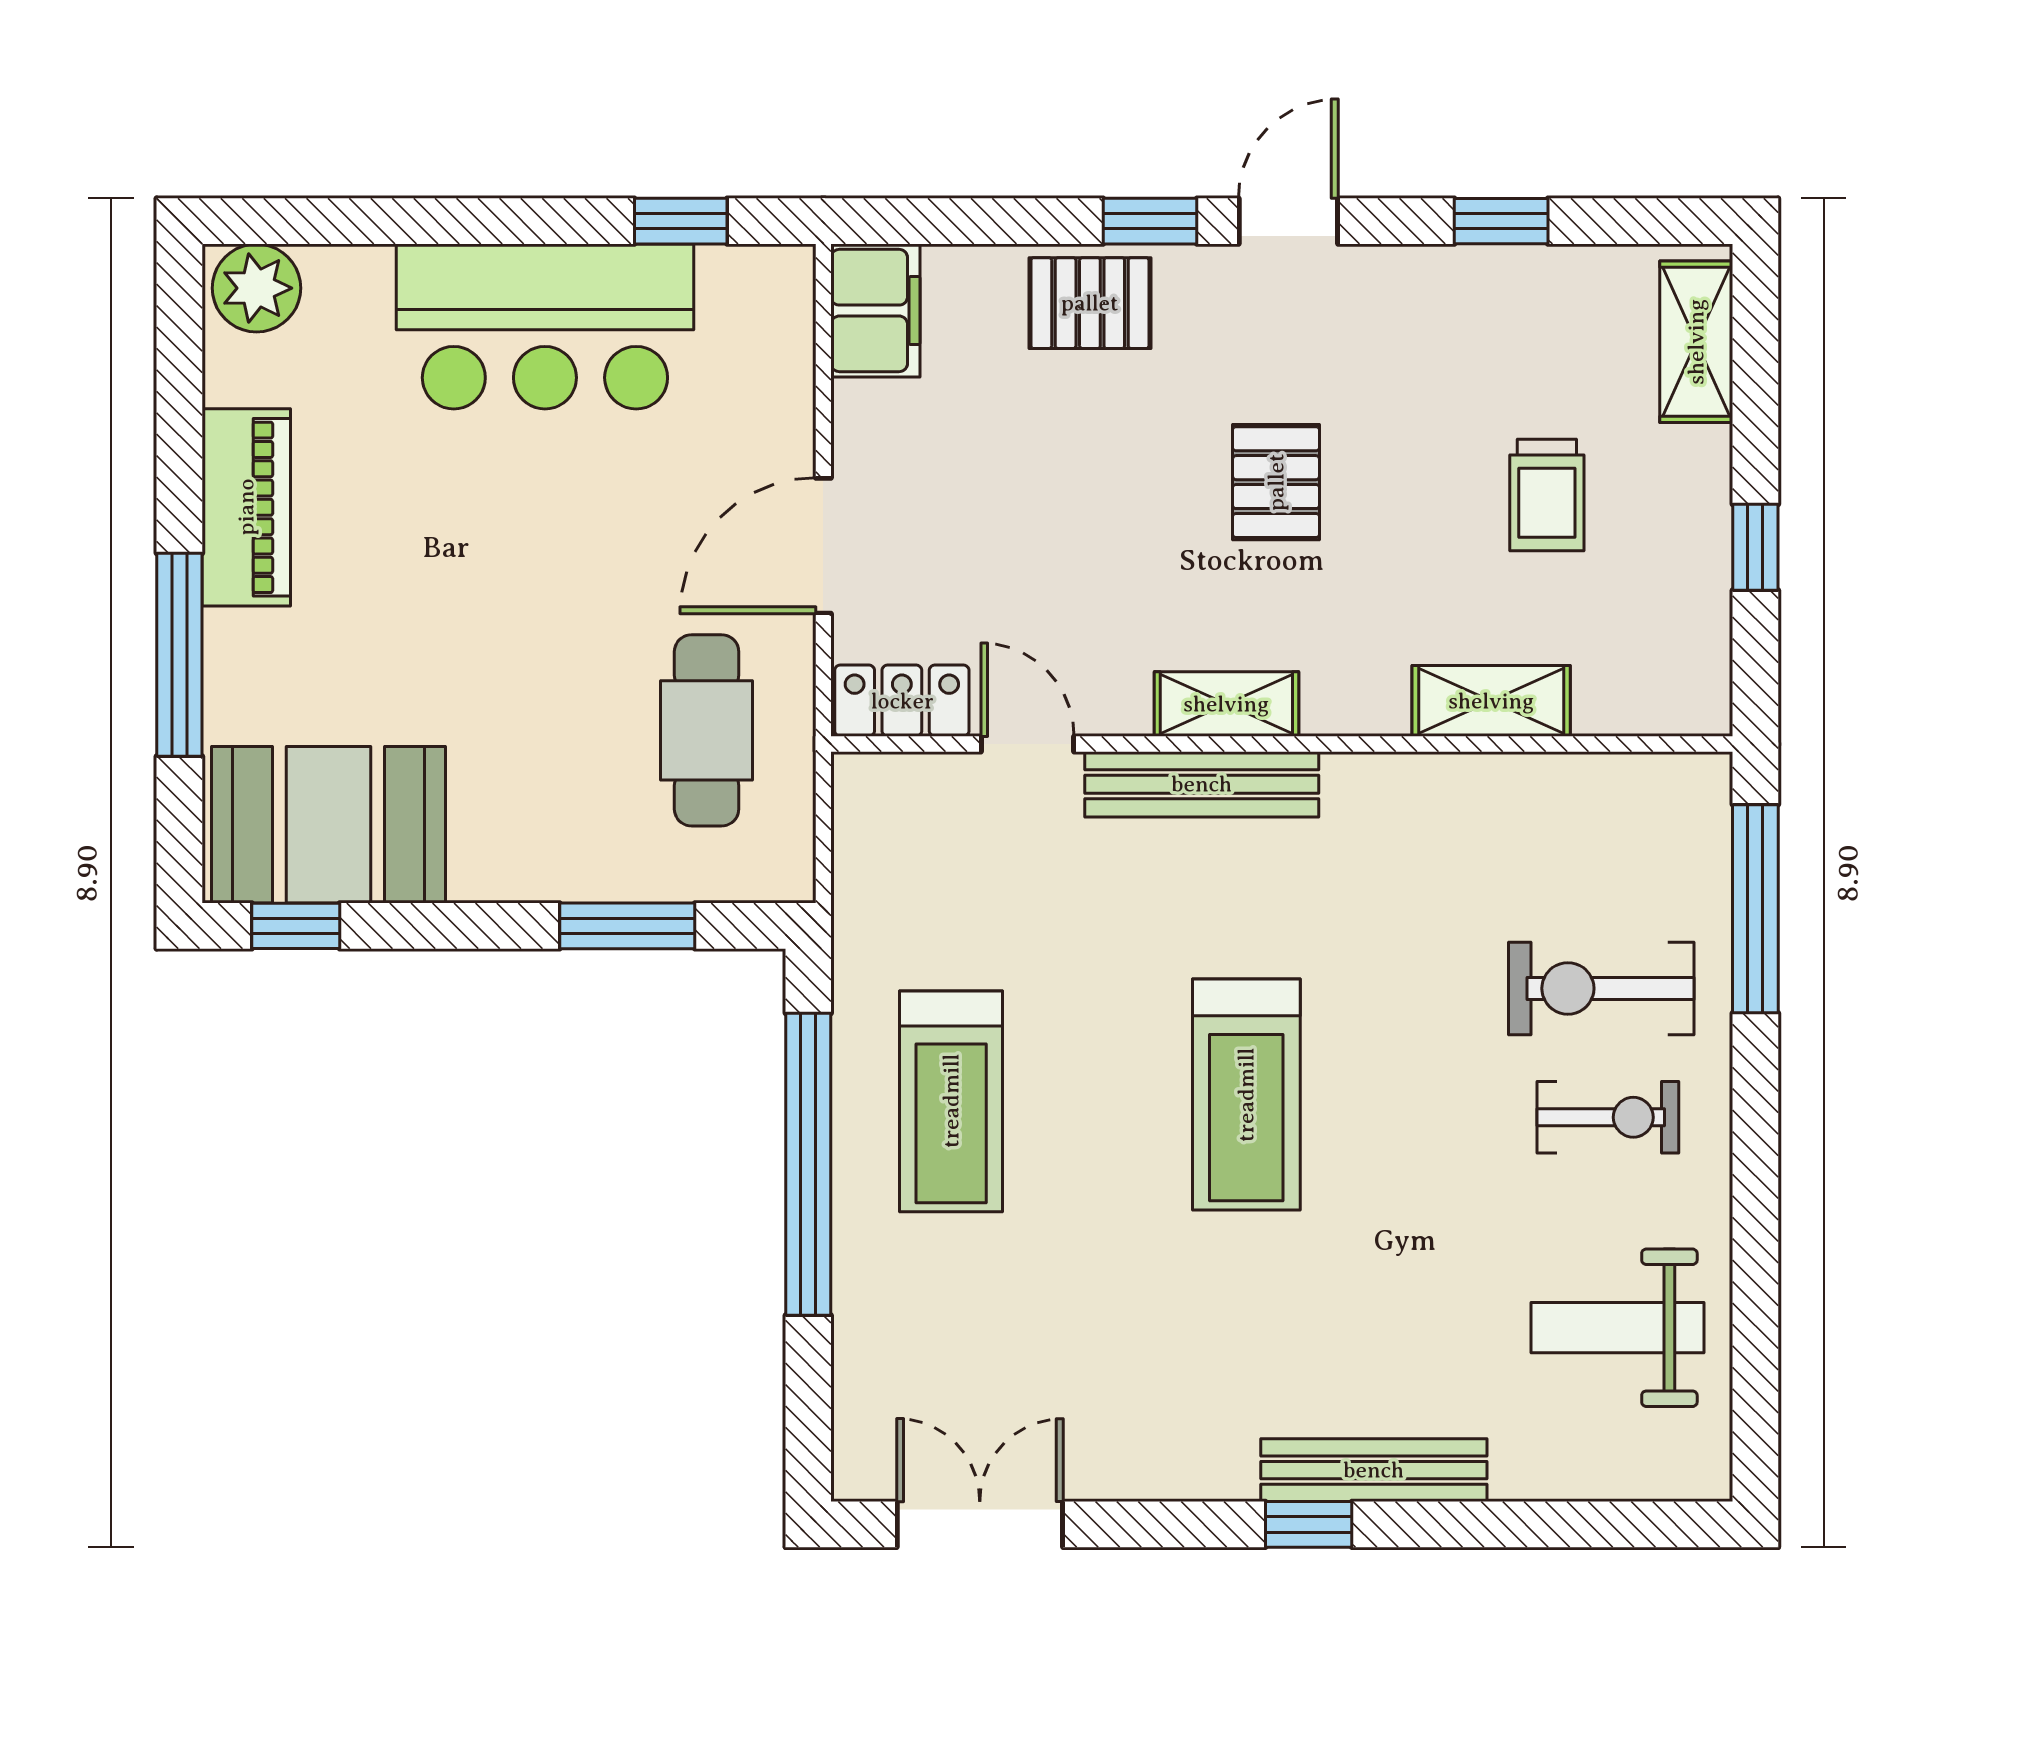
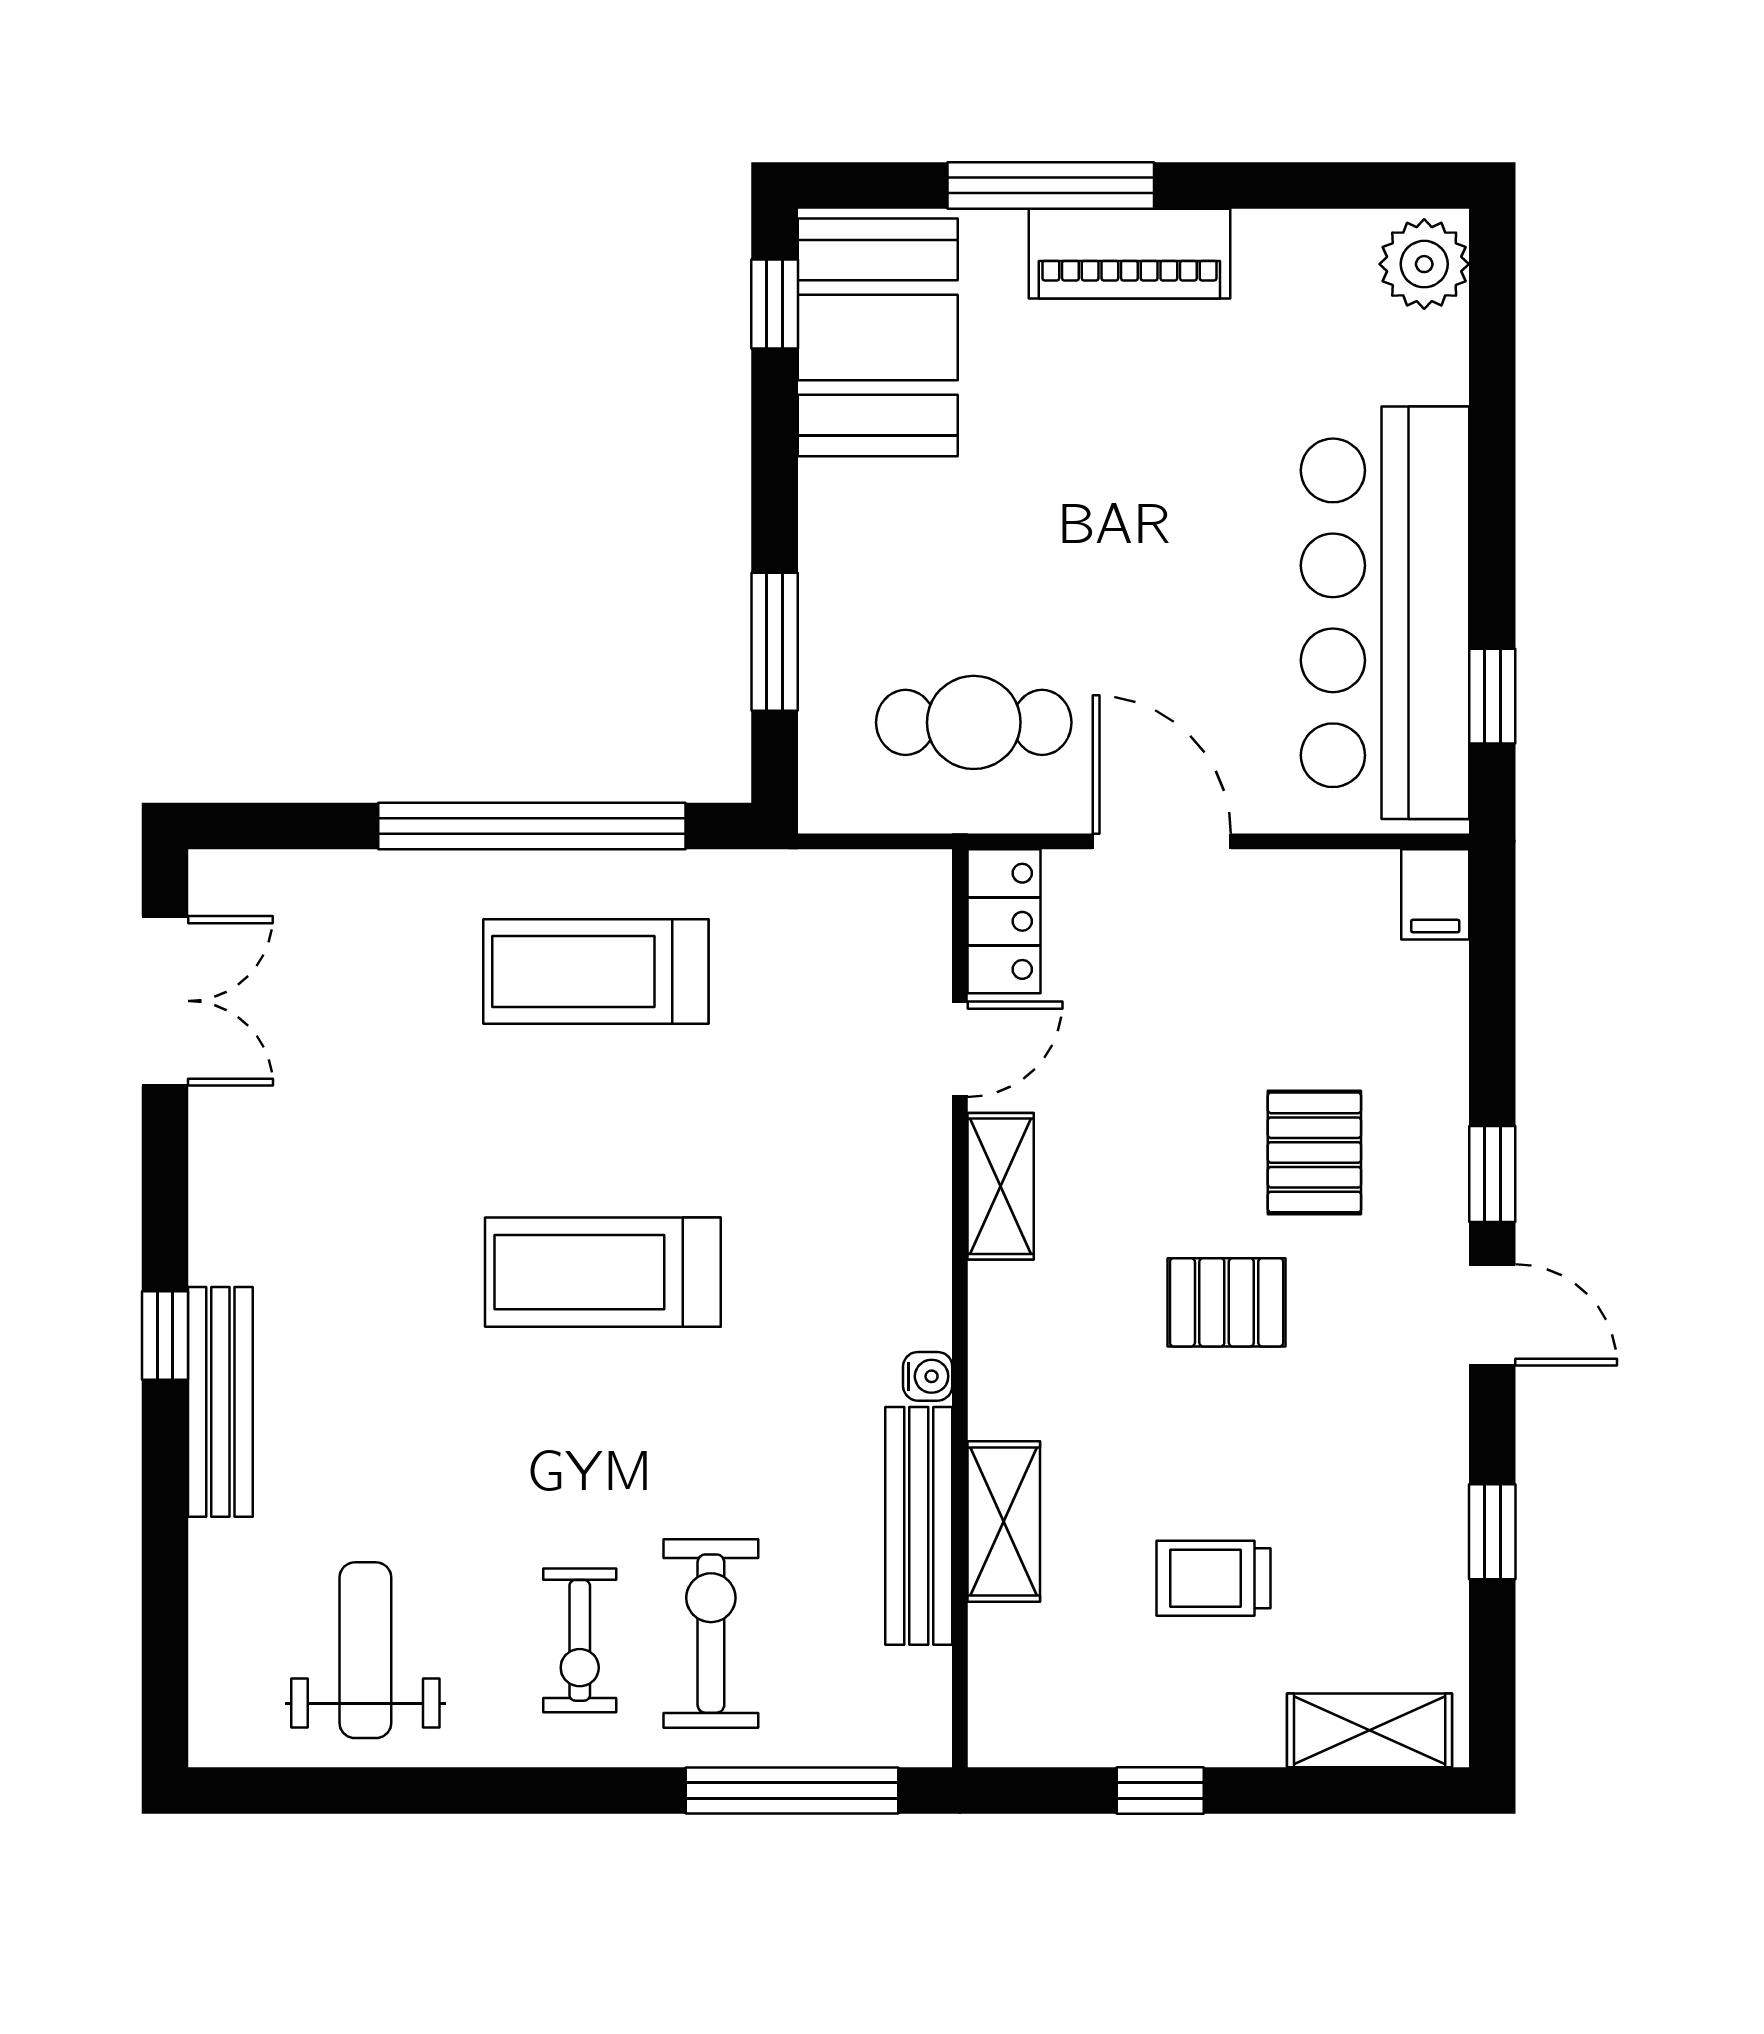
pallet: (1090, 303) -> (1314, 1152), moved
filing cabinet: (875, 311) -> (1435, 894), width x0.50
bar counter: (545, 326) -> (1385, 613), width x1.36
piano: (246, 507) -> (1129, 254), moved
shelving: (1226, 704) -> (1001, 1186), moved
water cooler: (1349, 776) -> (928, 1376), added
bench: (1202, 784) -> (919, 1526), moved

